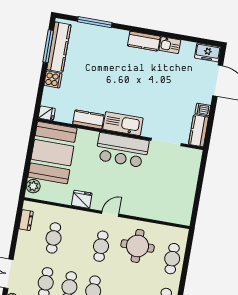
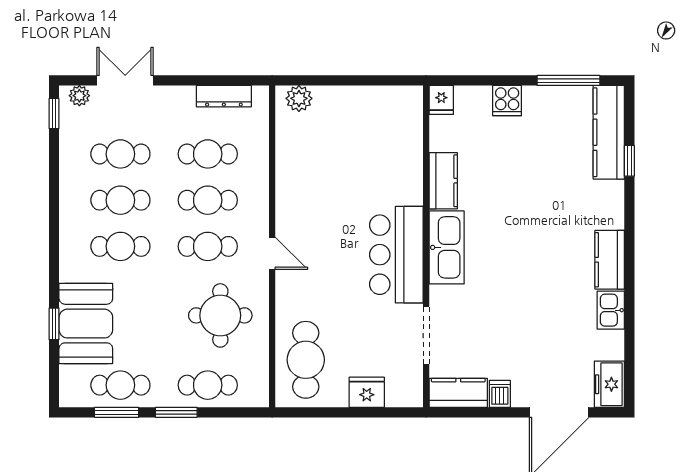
window: (95, 22) -> (629, 161), width x0.46
kitchen counter: (59, 47) -> (609, 132), moved, turned 90
booth: (52, 153) -> (369, 124), removed
fridge: (82, 199) -> (367, 392), moved, turned -90
cafe table: (168, 206) -> (306, 360), added
dresser: (26, 220) -> (224, 96), width x1.44
cafe table: (77, 242) -> (208, 200), added
window: (183, 277) -> (176, 412), added

